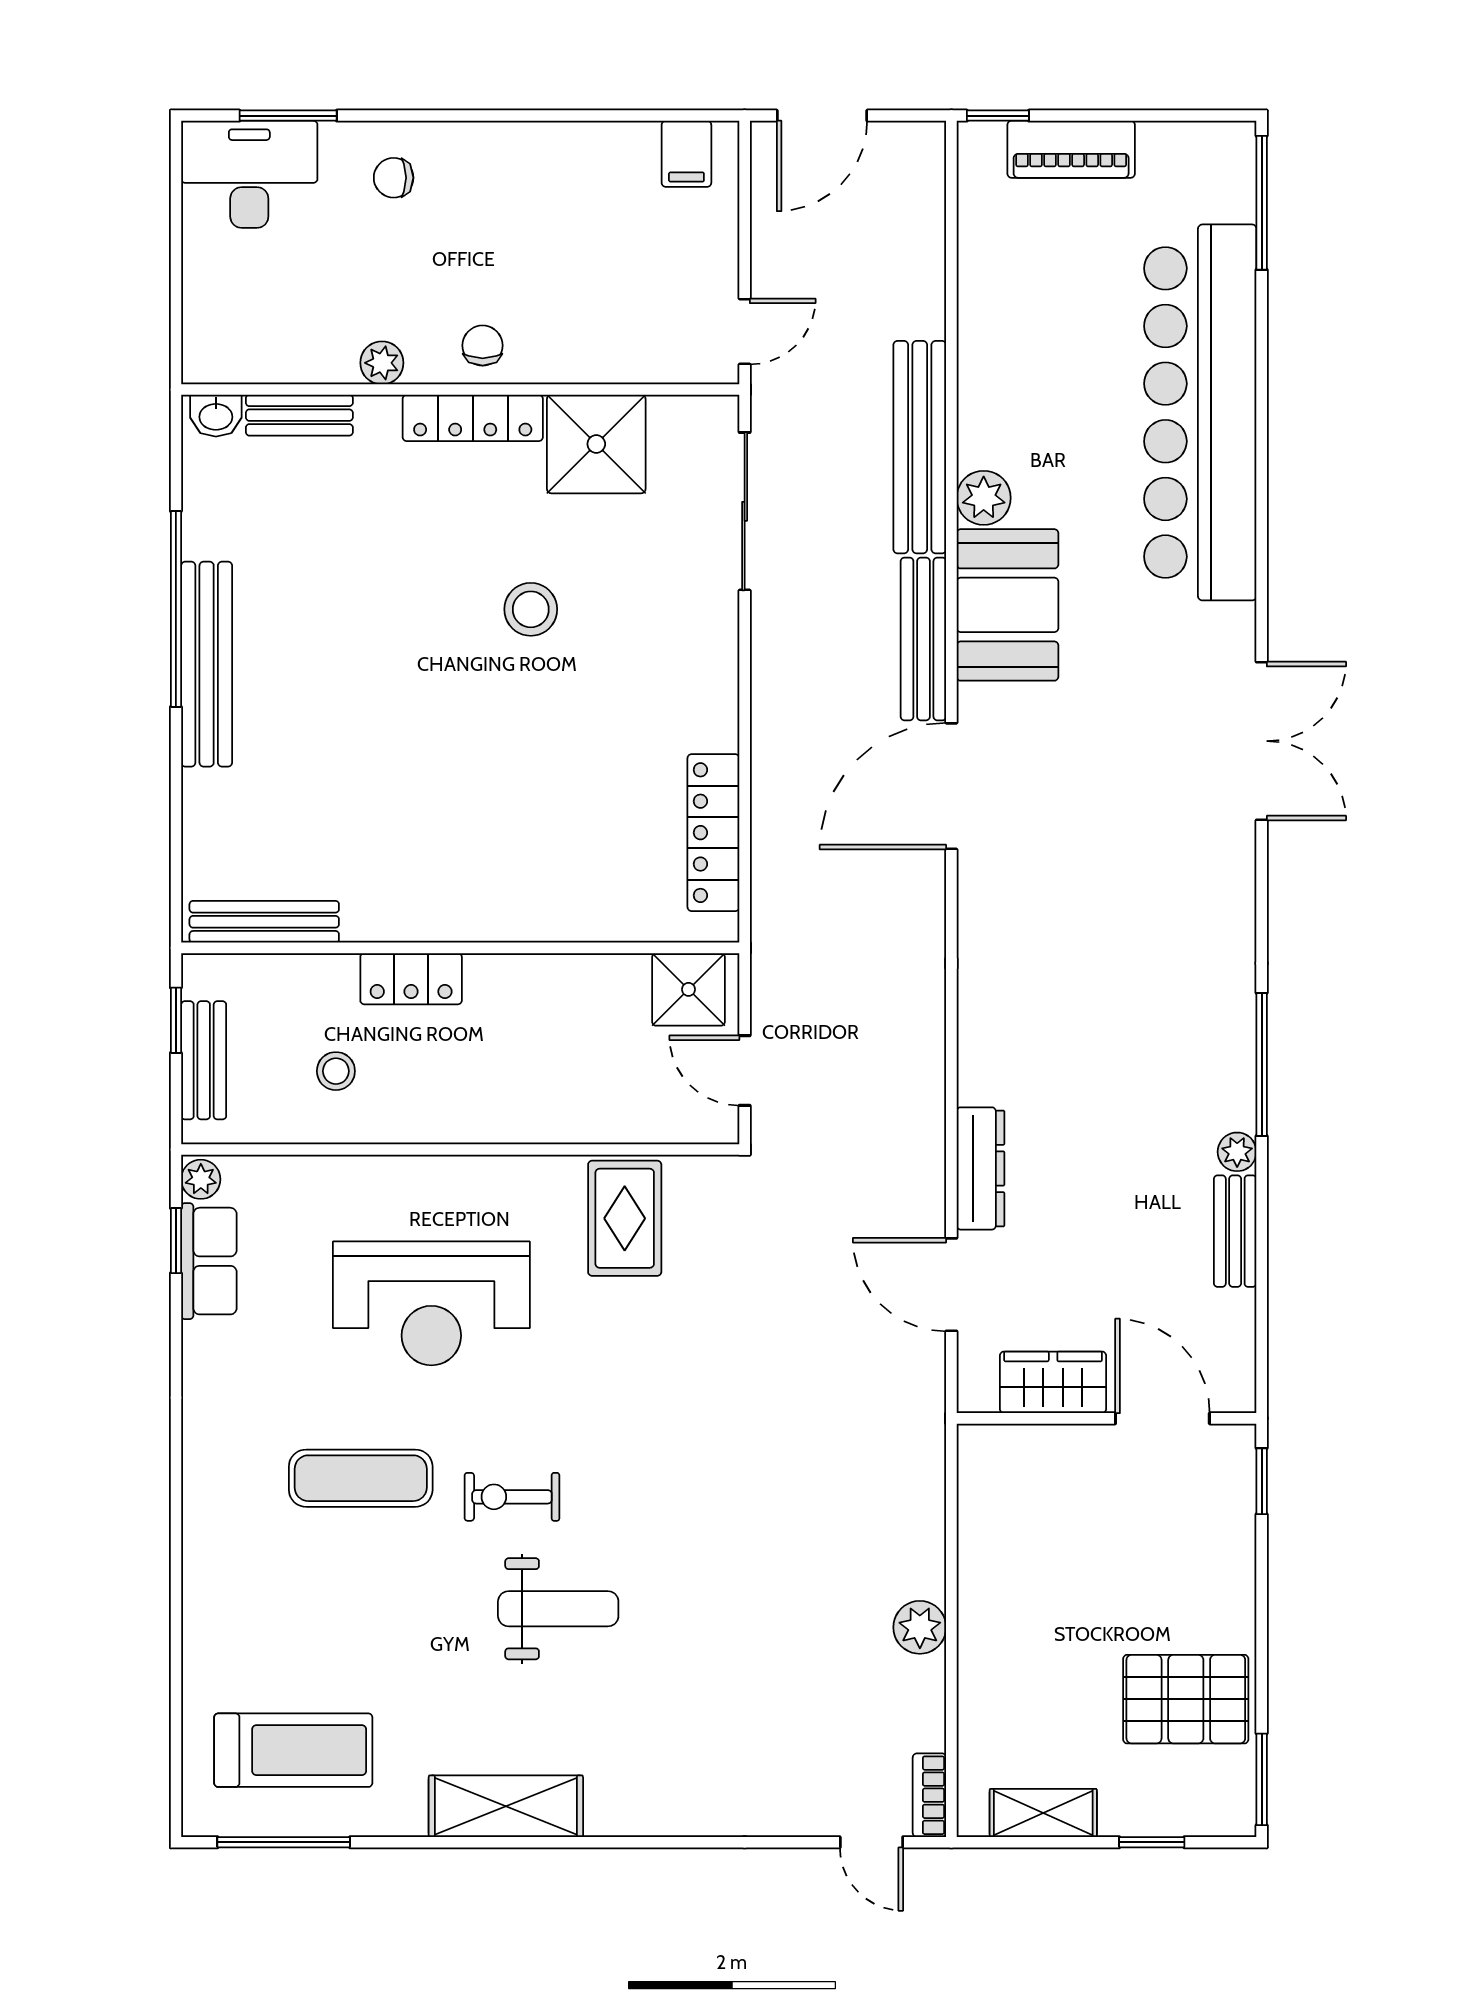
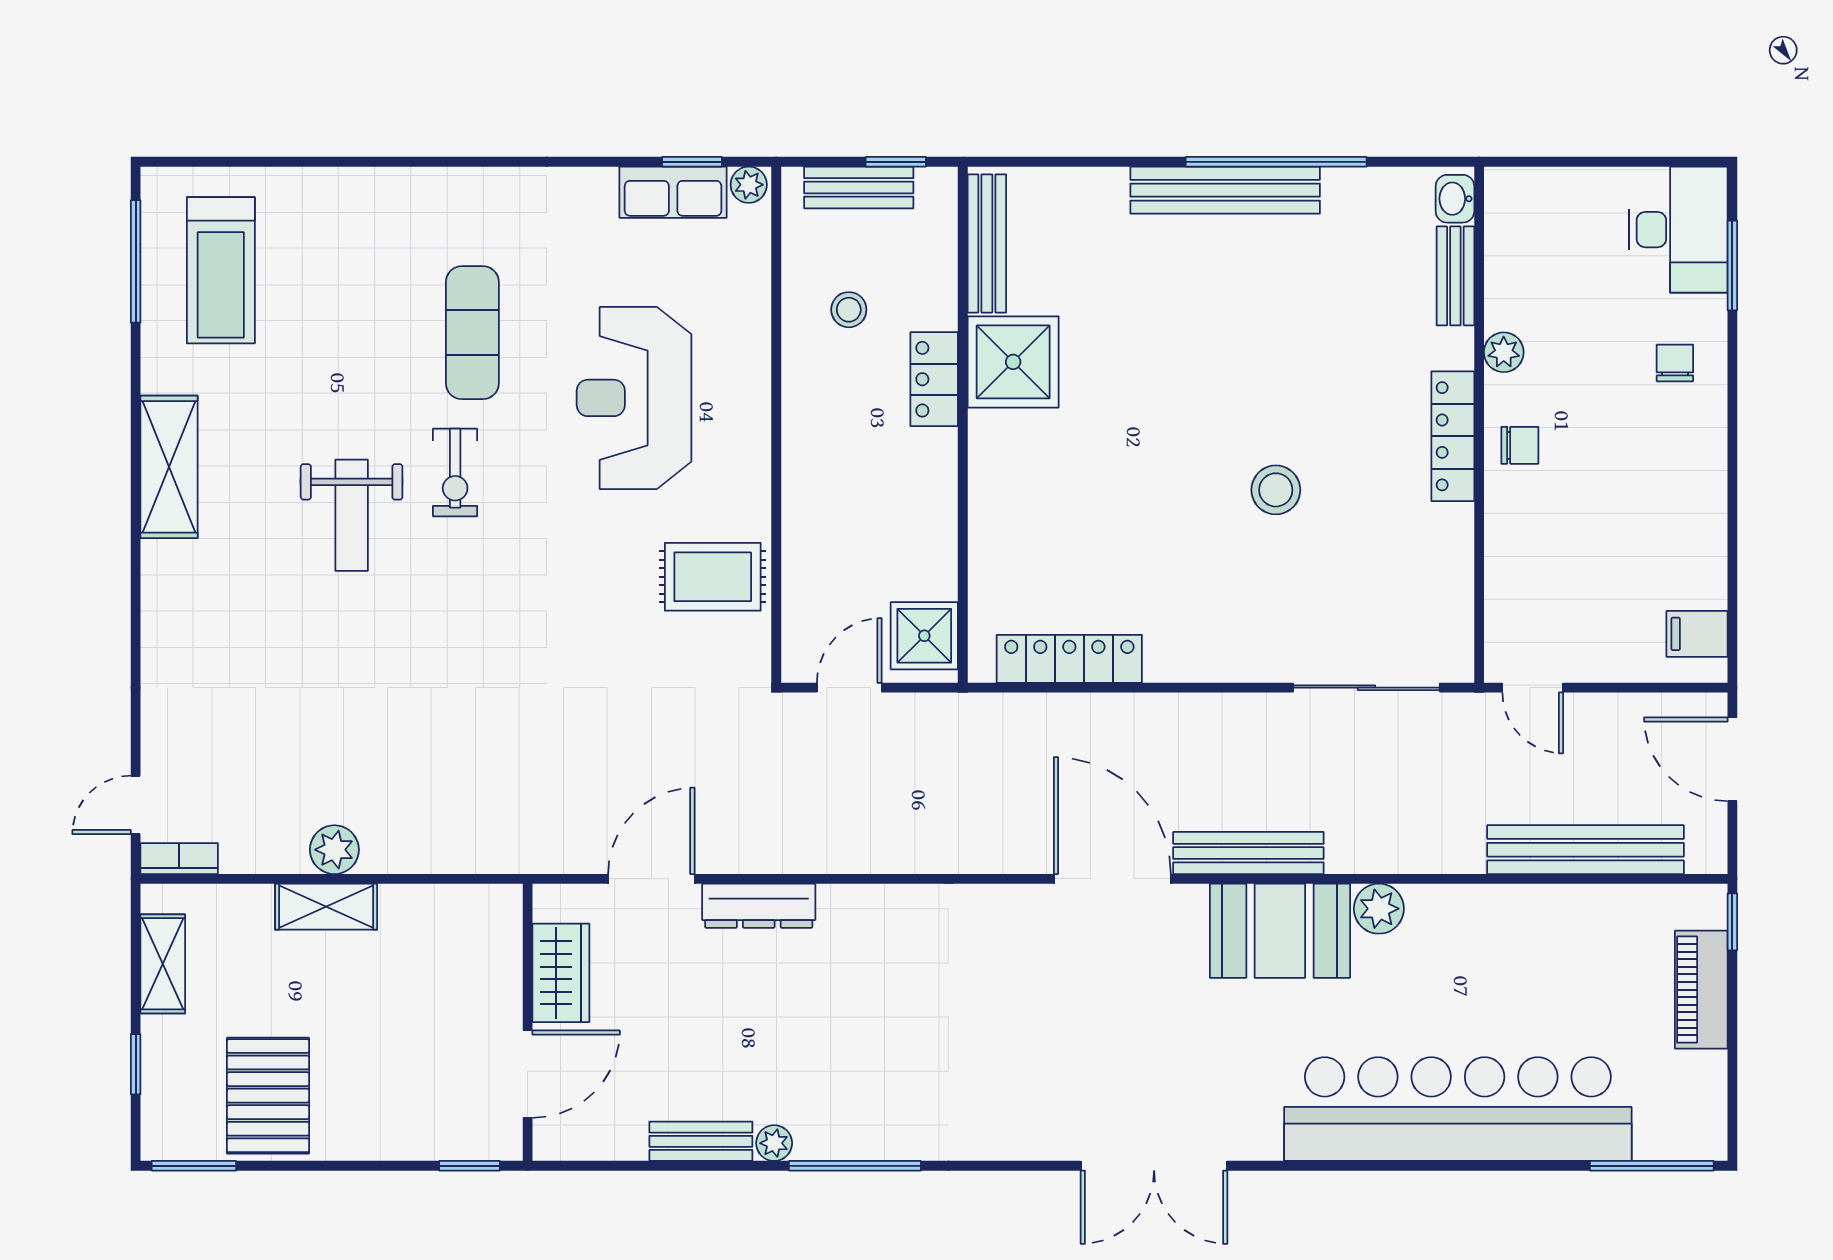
shower: (596, 444) -> (1013, 362), moved
bench: (920, 447) -> (1586, 850), moved
exercise bike: (512, 1497) -> (455, 472), turned 180
shelving: (981, 1636) -> (326, 907), added

